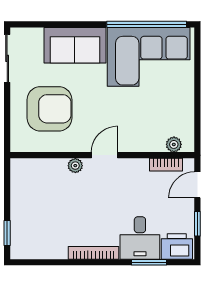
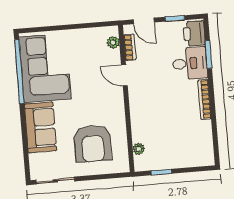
armchair: (50, 109) -> (93, 144), turned 180
door: (105, 155) -> (124, 75), moved
plant: (75, 166) -> (139, 149), moved
window: (7, 233) -> (161, 172), moved

